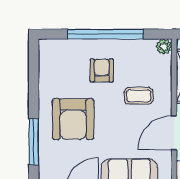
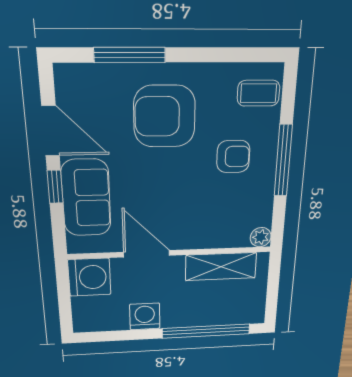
window: (106, 34) -> (283, 161), width x0.68
coffee table: (139, 96) -> (259, 93), moved, turned 90

